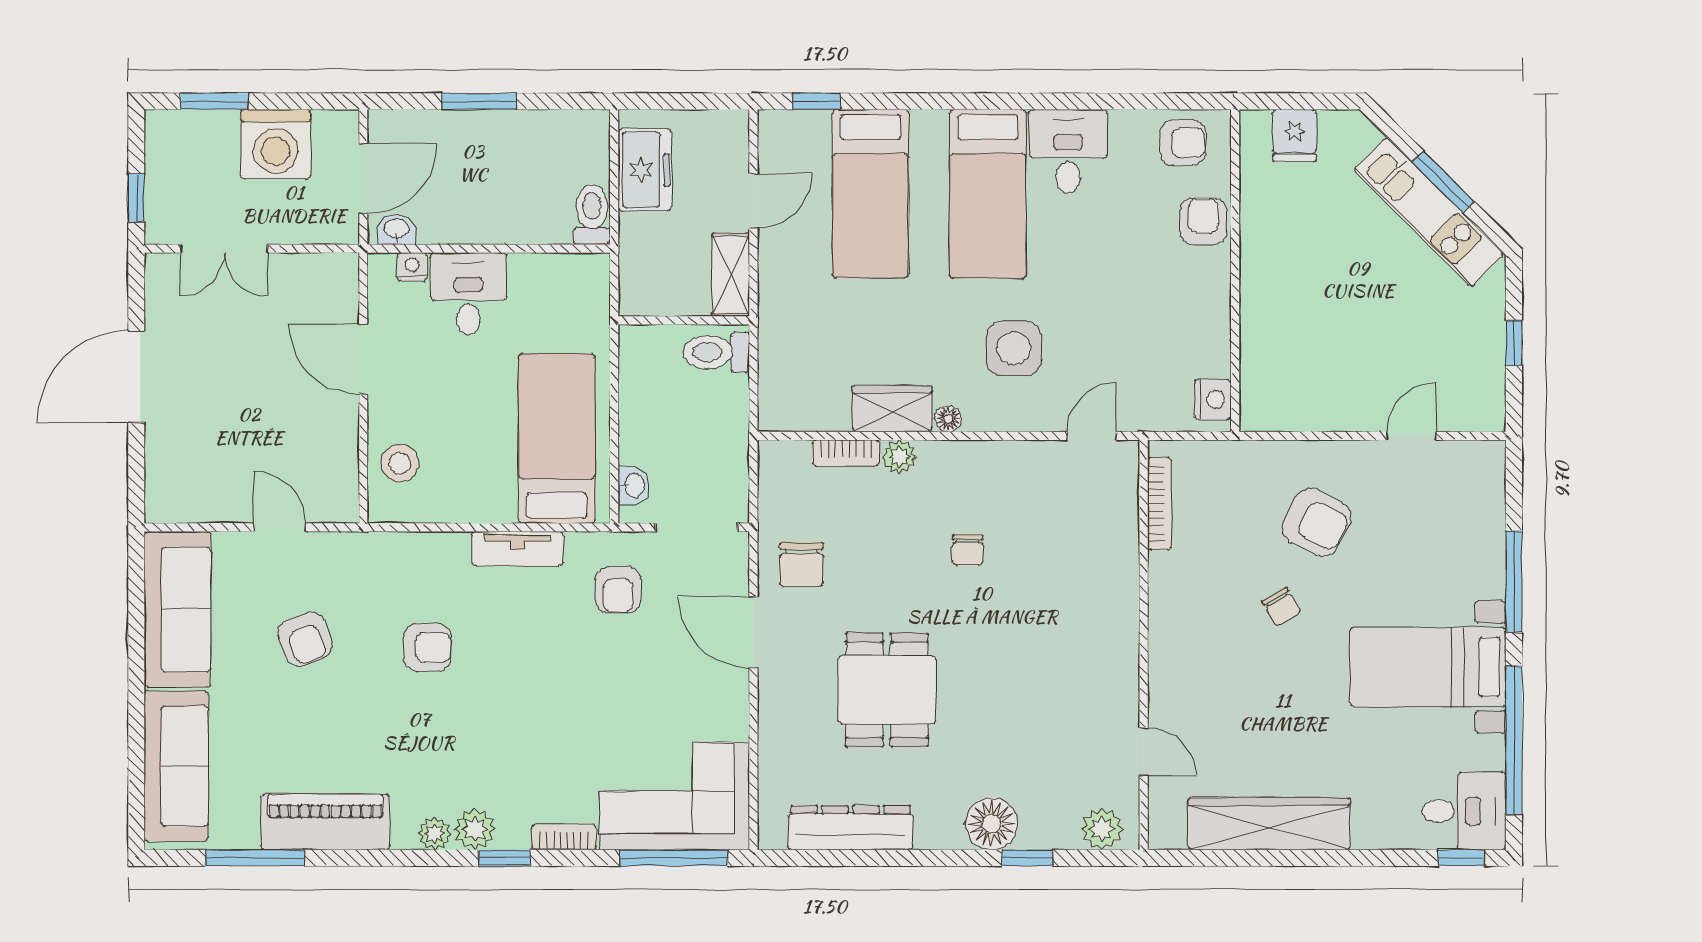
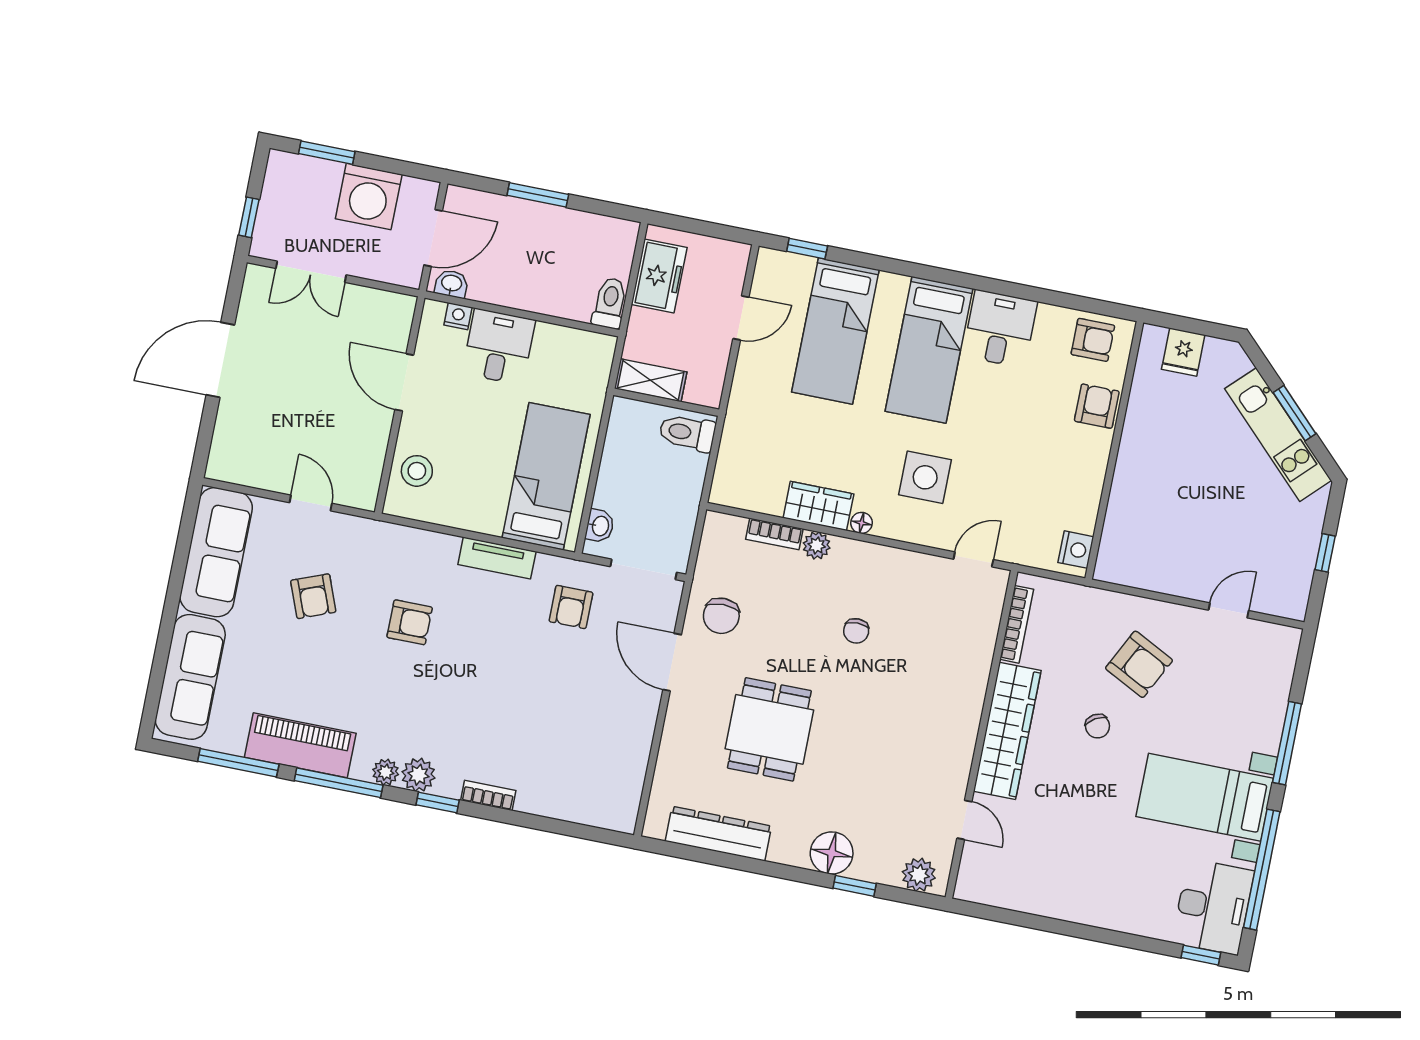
shelving: (731, 275) -> (651, 380), moved, turned 90
corner sofa: (674, 796) -> (583, 780), removed
desk: (1464, 811) -> (1213, 907), width x1.37
wardrobe: (1269, 824) -> (1007, 731), moved, turned 90
window: (674, 858) -> (339, 783), moved

